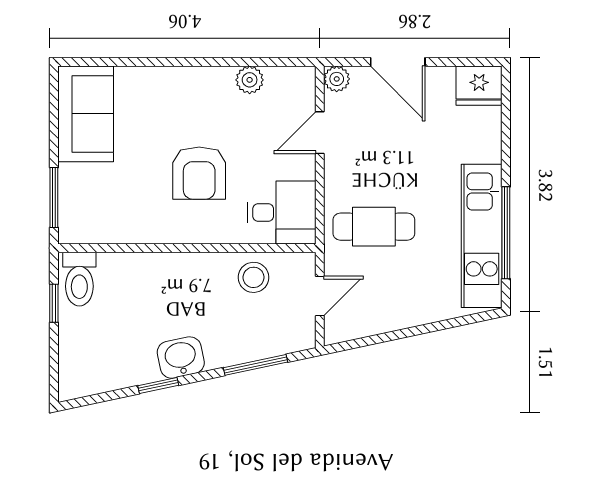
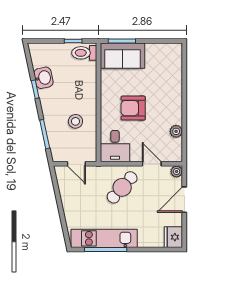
sofa: (86, 114) -> (122, 56), moved
cafe table: (374, 227) -> (122, 187), moved, turned 42
stool: (254, 277) -> (75, 121), moved
washbasin: (181, 358) -> (43, 78), moved

